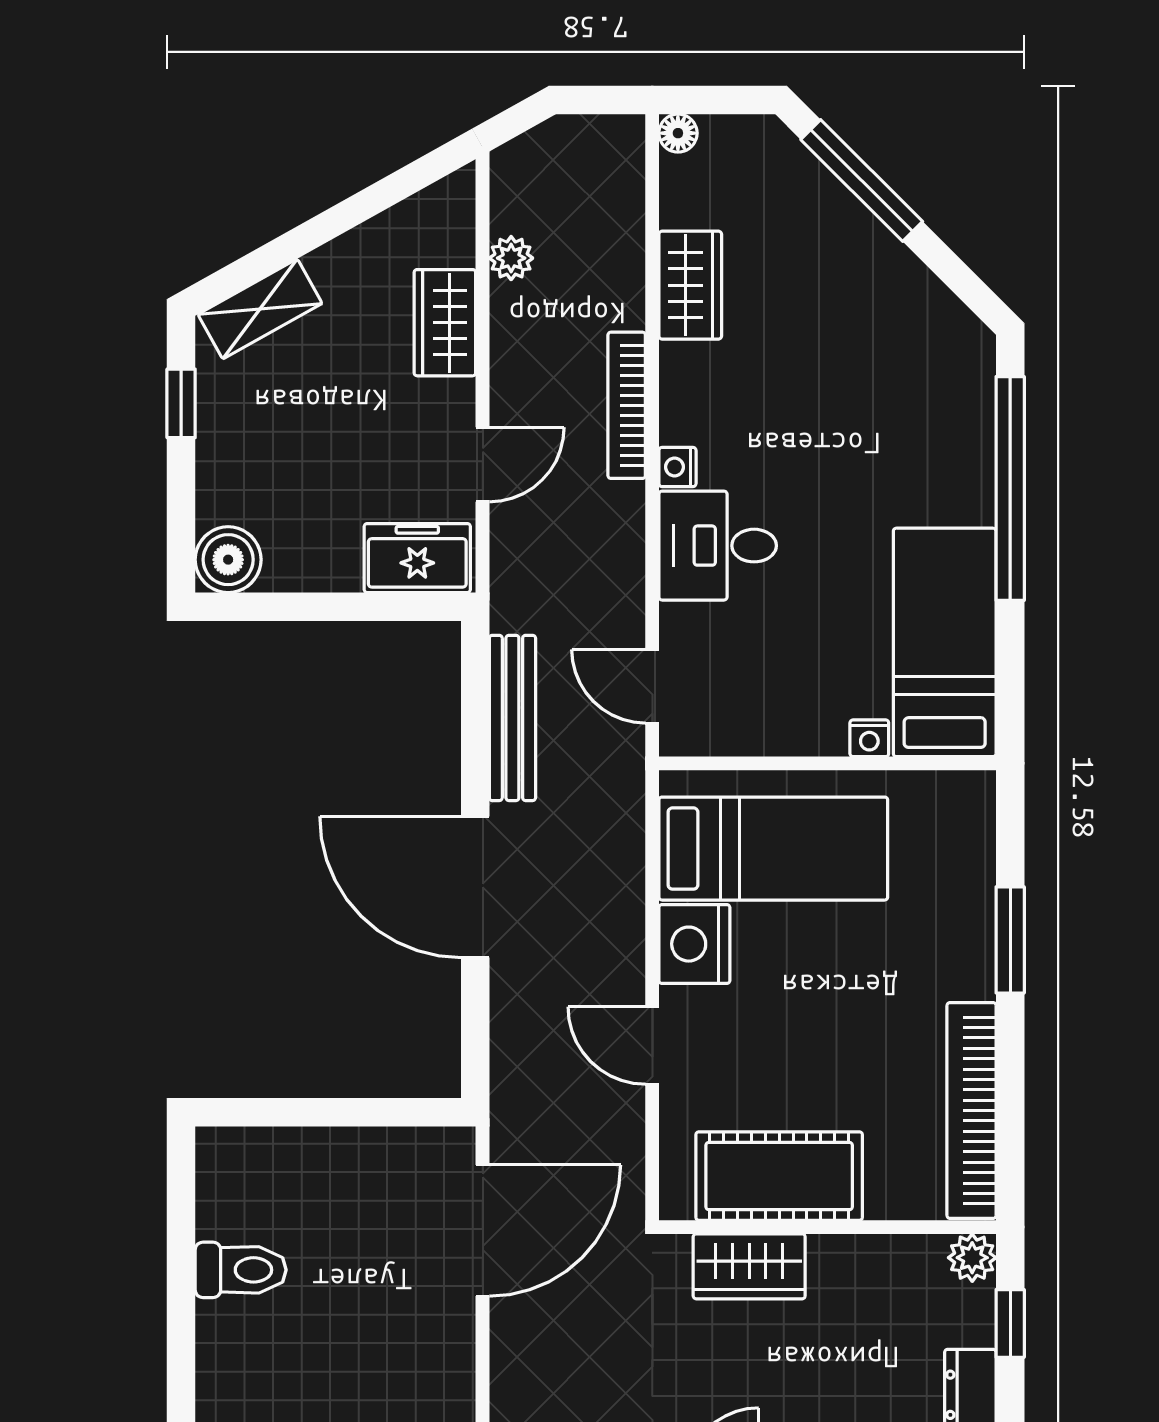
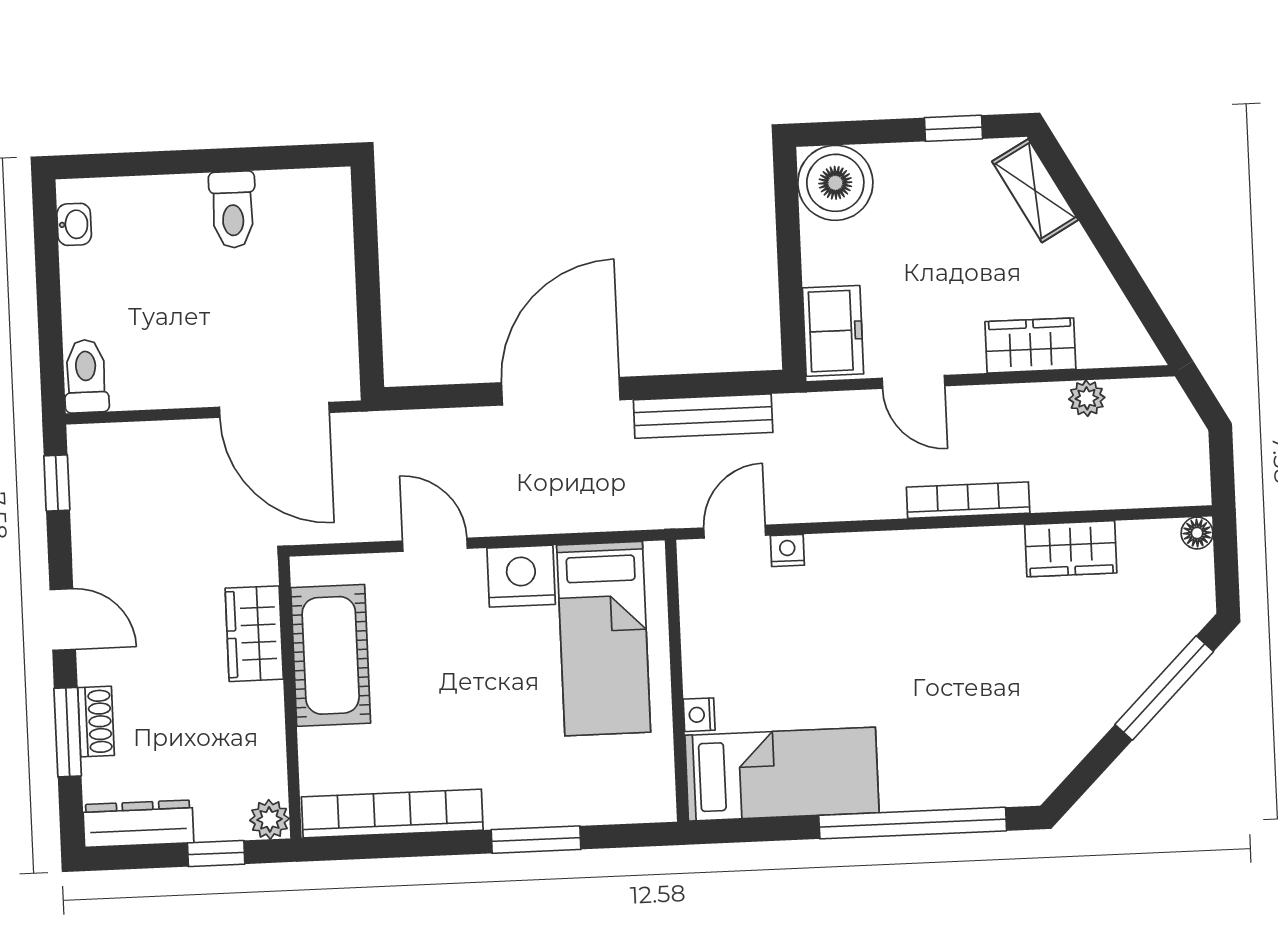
nightstand: (677, 467) -> (787, 550), moved
desk: (718, 546) -> (854, 581), removed
boiler: (228, 560) -> (835, 183), width x1.37, depth x1.37
door: (652, 1046) -> (435, 545), hinge flipped

